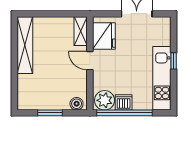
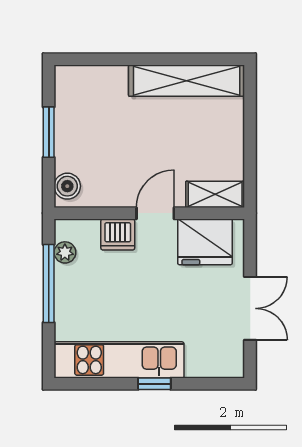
plant: (105, 100) -> (65, 252), width x0.53, depth x0.53
dishwasher: (124, 102) -> (118, 234), moved, turned 90
window: (124, 113) -> (49, 284), width x0.68

